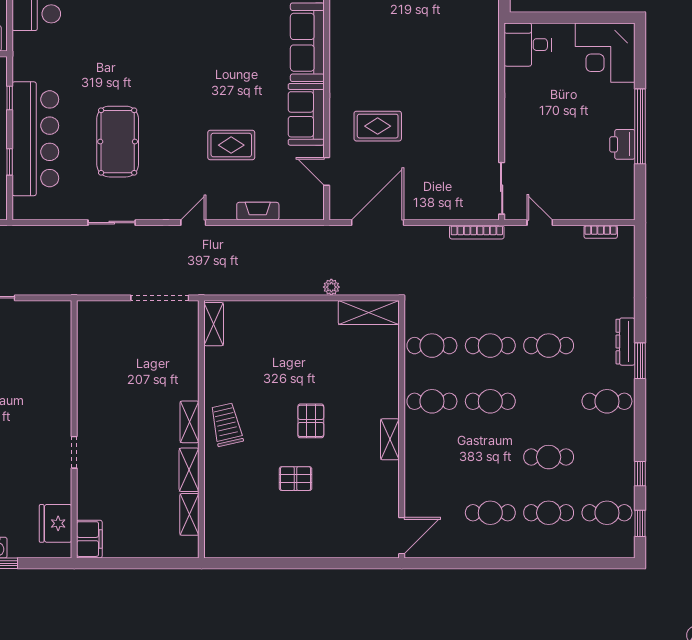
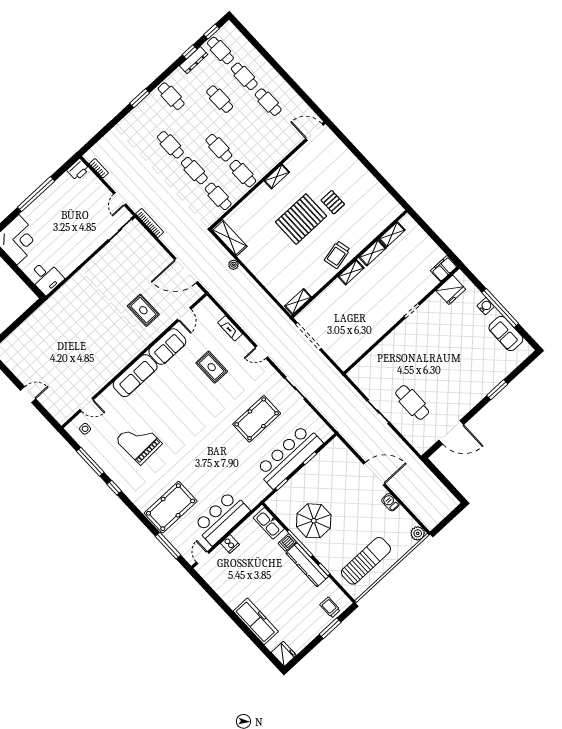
printer: (622, 144) -> (78, 170), moved
dresser: (626, 342) -> (194, 60), moved
pallet: (311, 421) -> (301, 219), width x2.05, depth x2.00

